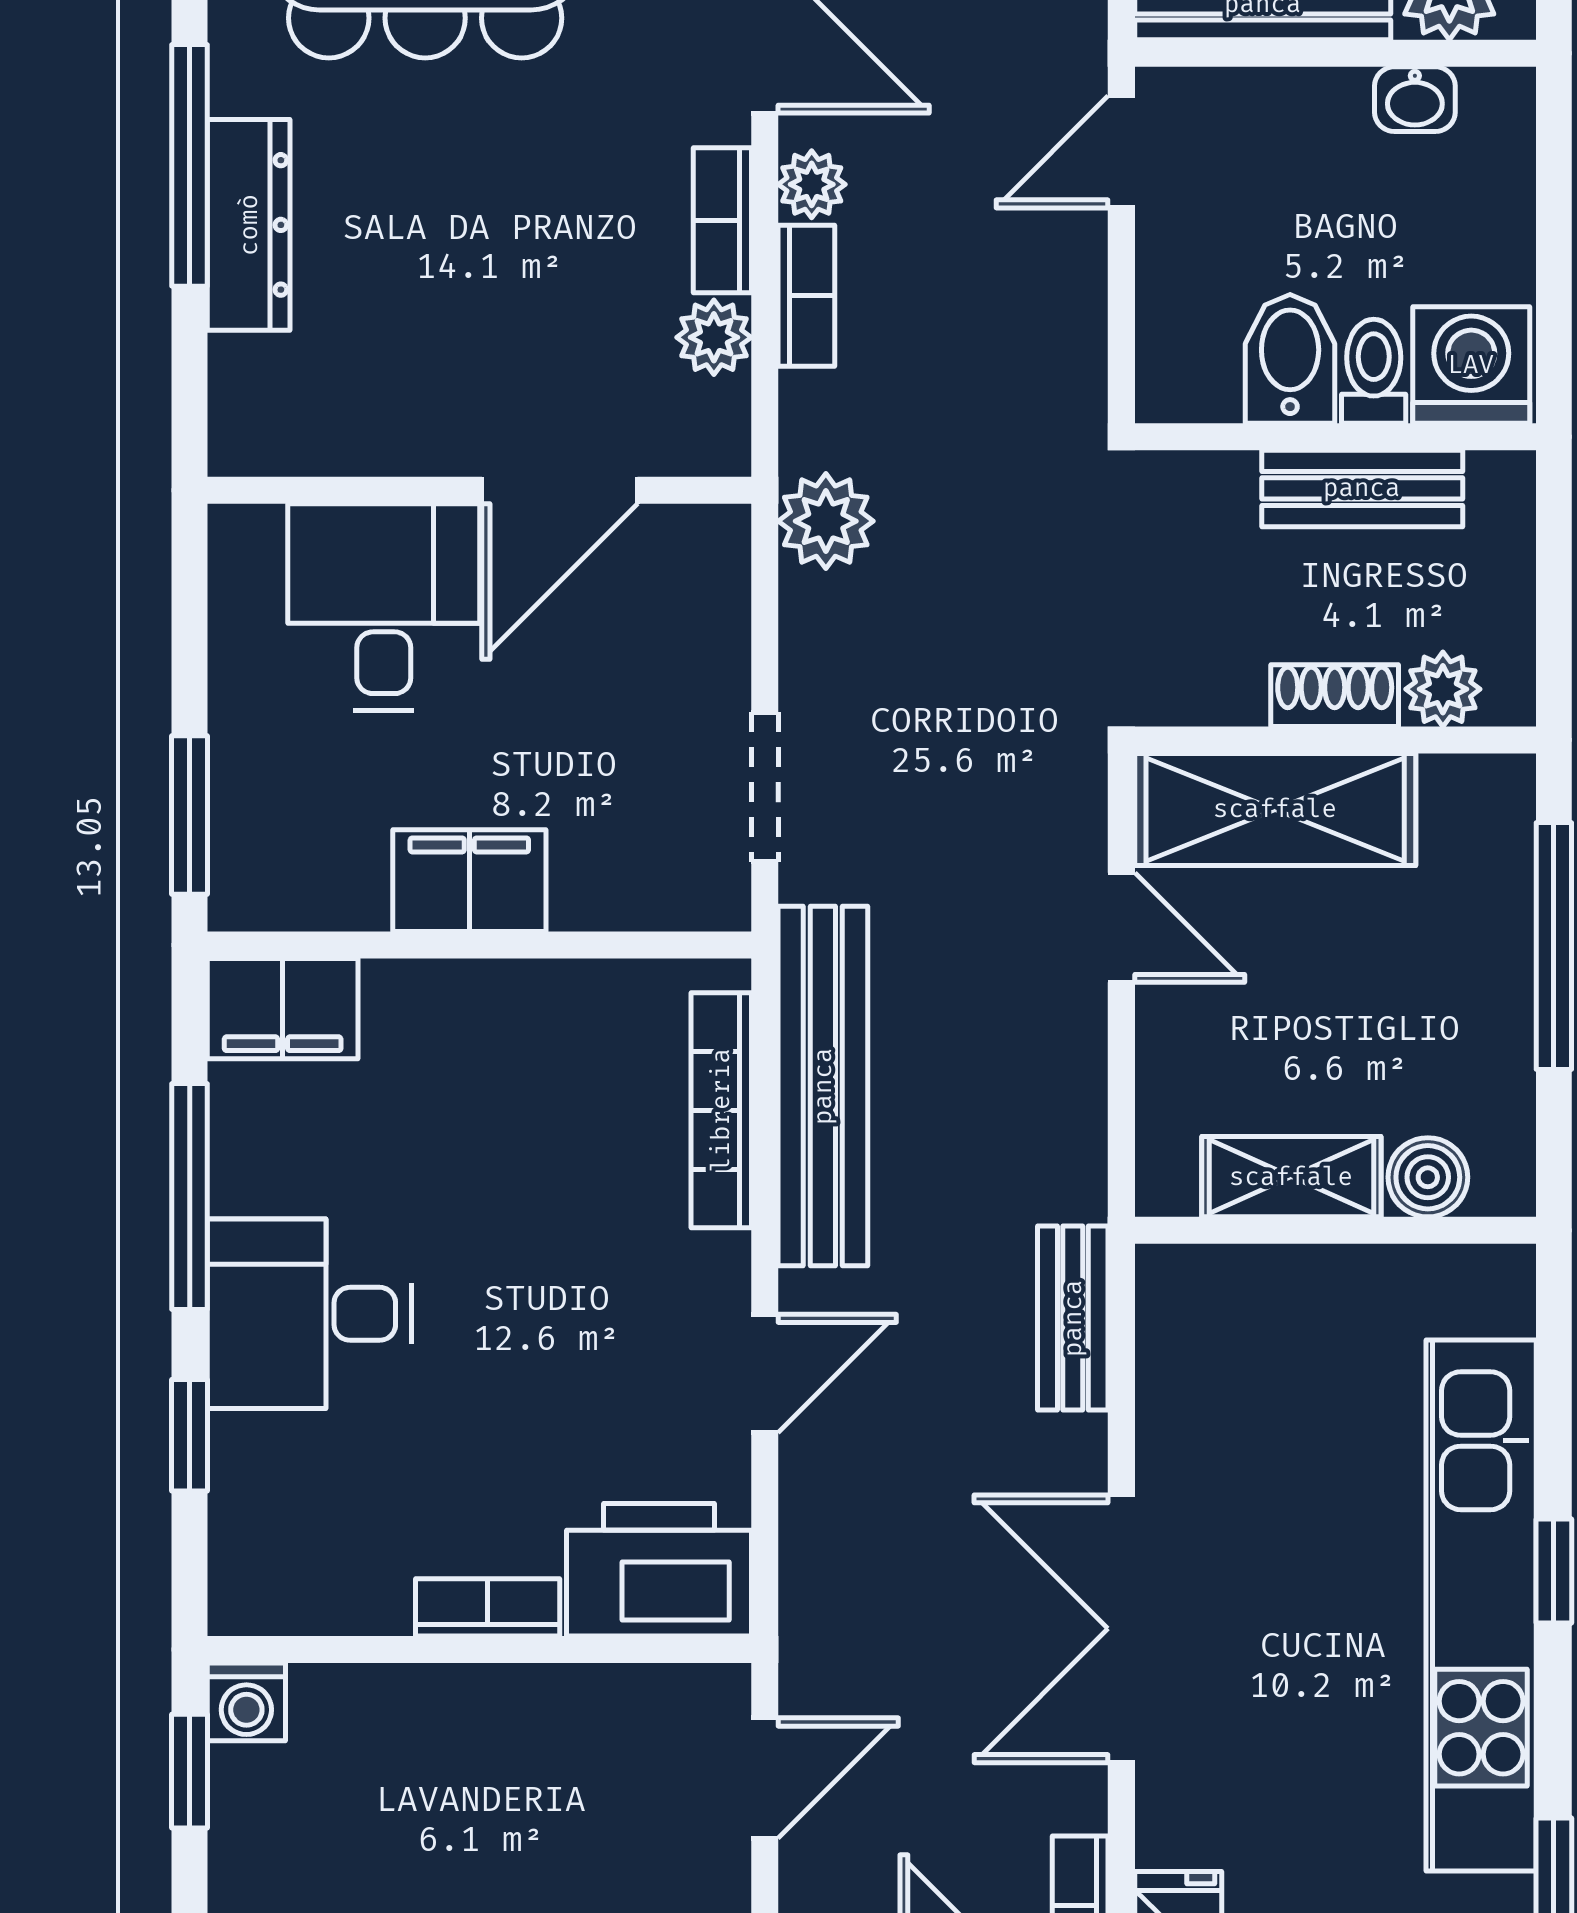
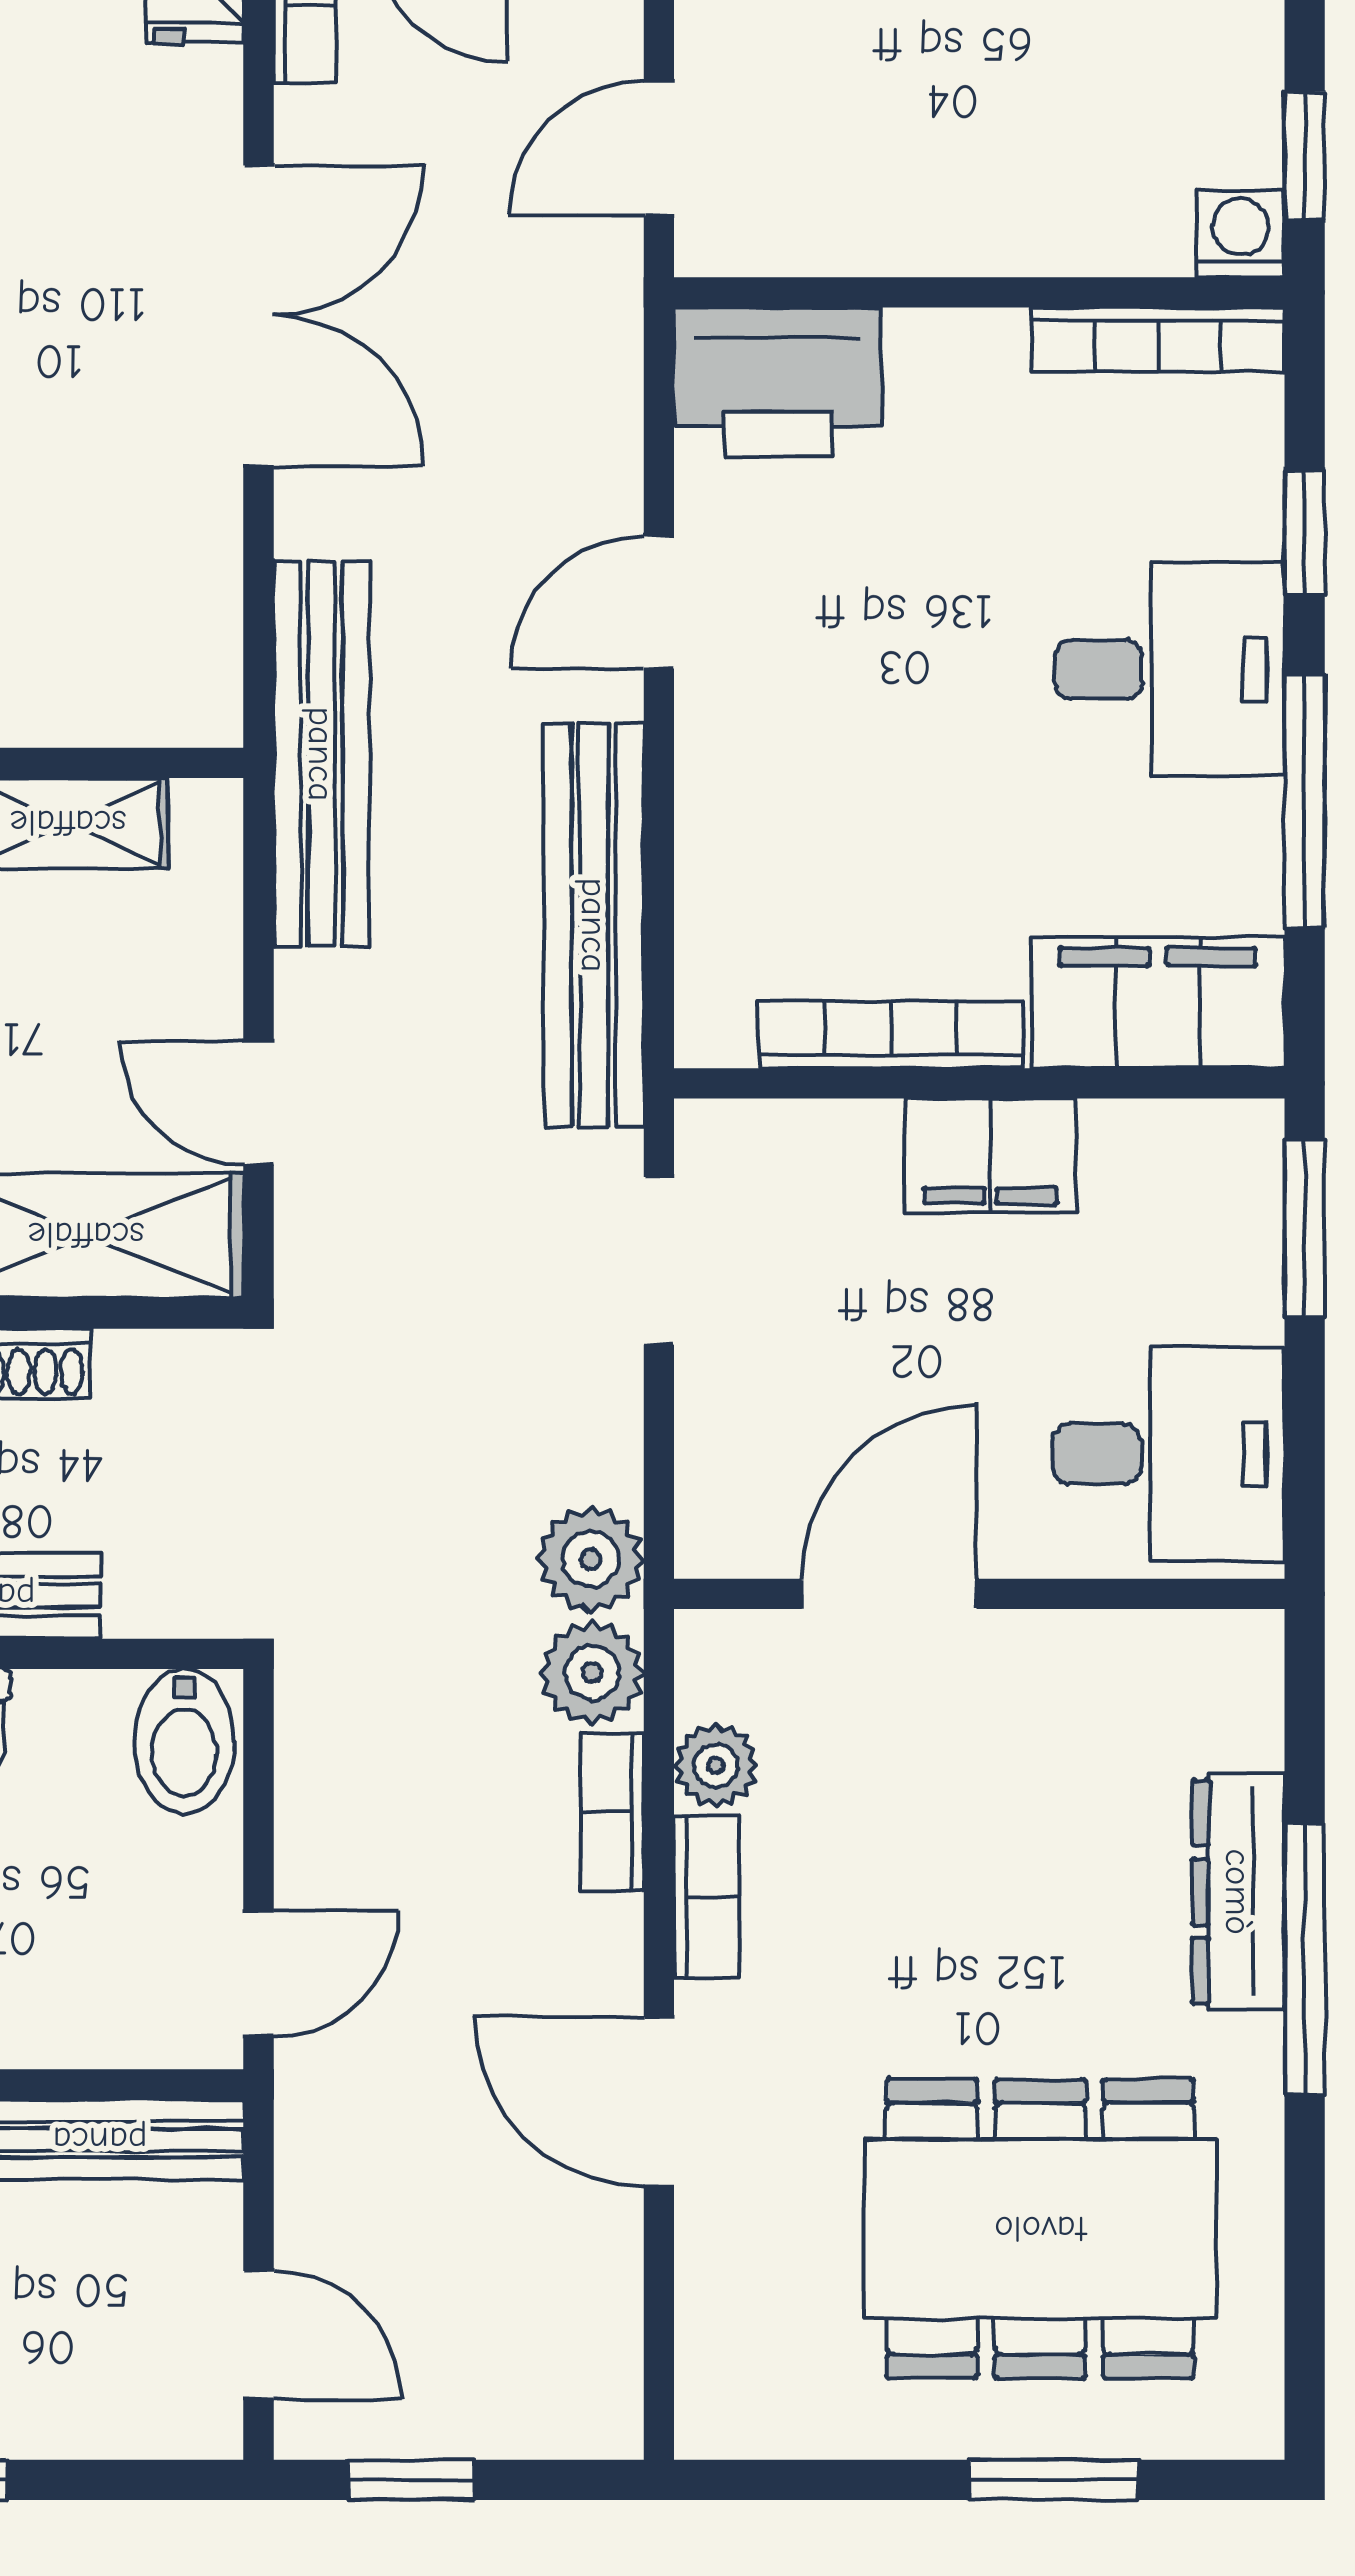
plant: (812, 184) -> (592, 1673), moved, width x1.38, depth x1.38
bidet: (1290, 359) -> (184, 1741), moved
desk: (384, 607) -> (1169, 1454), moved, turned -90
filing cabinet: (283, 1009) -> (1158, 1003), width x1.50, depth x1.17
bookcase: (721, 1110) -> (891, 1034), moved, turned -90
bench: (1073, 1318) -> (321, 754), width x1.86, depth x1.21
bookcase: (488, 1607) -> (1158, 340), moved, width x1.56

